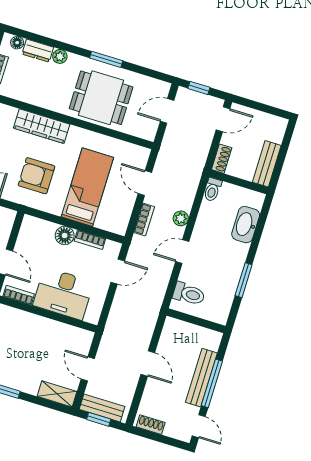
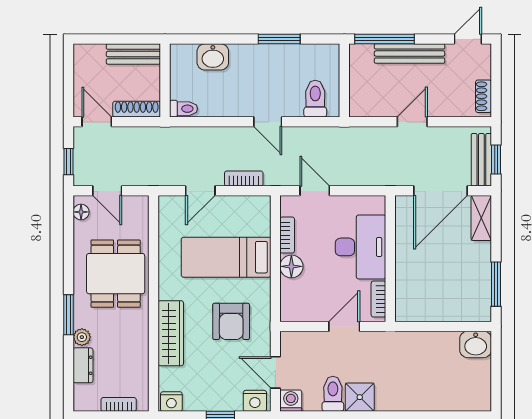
floor lamp: (17, 43) -> (81, 212), moved
window: (106, 59) -> (68, 315), moved
shoe rack: (222, 159) -> (137, 109), width x1.43
plant: (181, 218) -> (229, 136), removed
washbasin: (246, 225) -> (213, 57), width x0.72
door: (88, 369) -> (440, 191), width x1.88
window: (212, 383) -> (384, 39), moved

